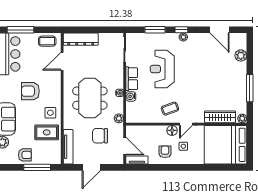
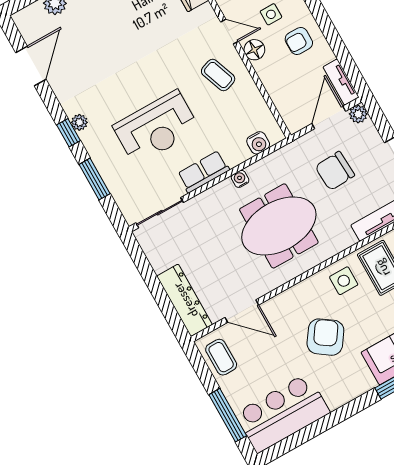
armchair: (30, 91) -> (325, 337), turned -145
water cooler: (131, 96) -> (258, 143), moved
plant: (119, 118) -> (358, 114), moved
chair: (100, 136) -> (335, 171), turned 87

